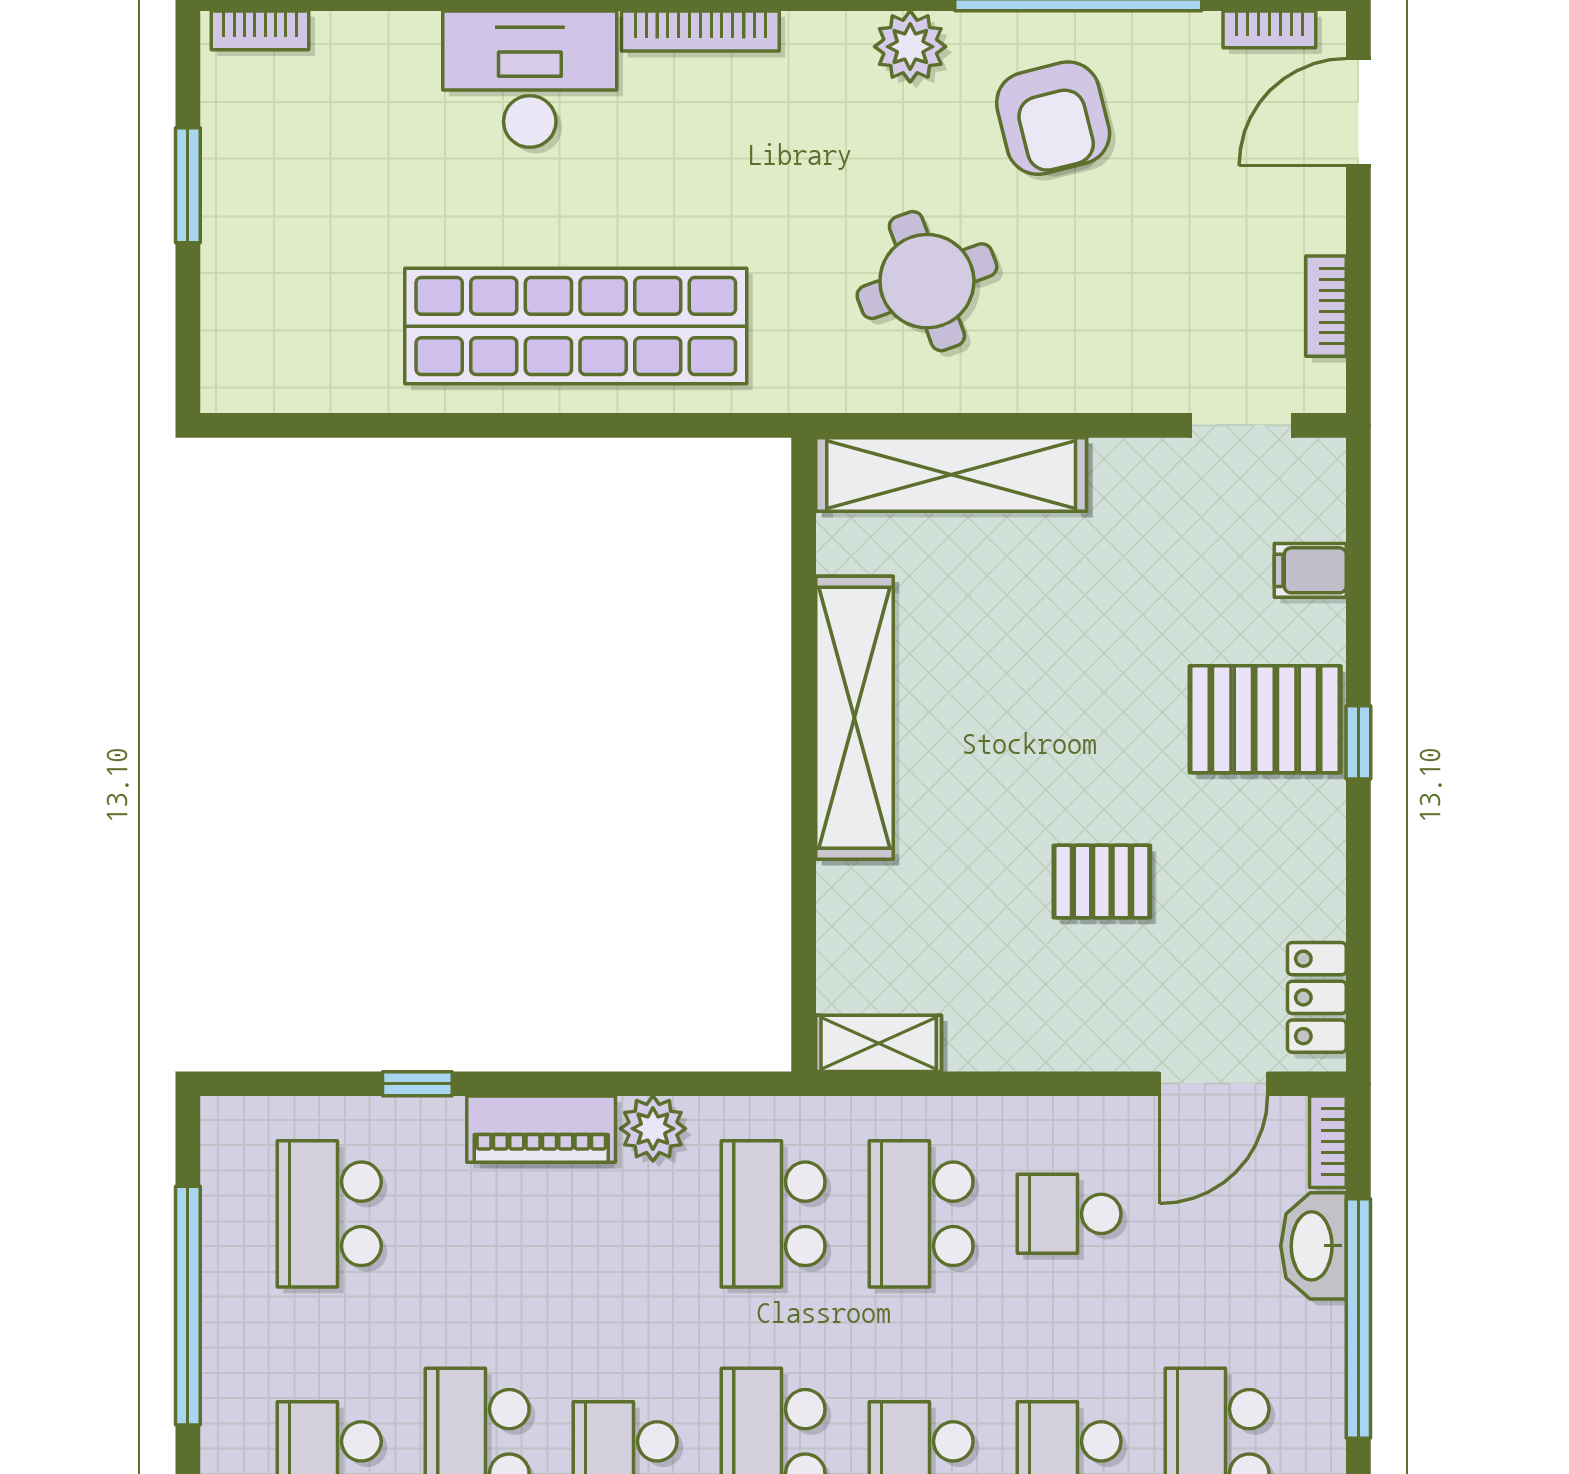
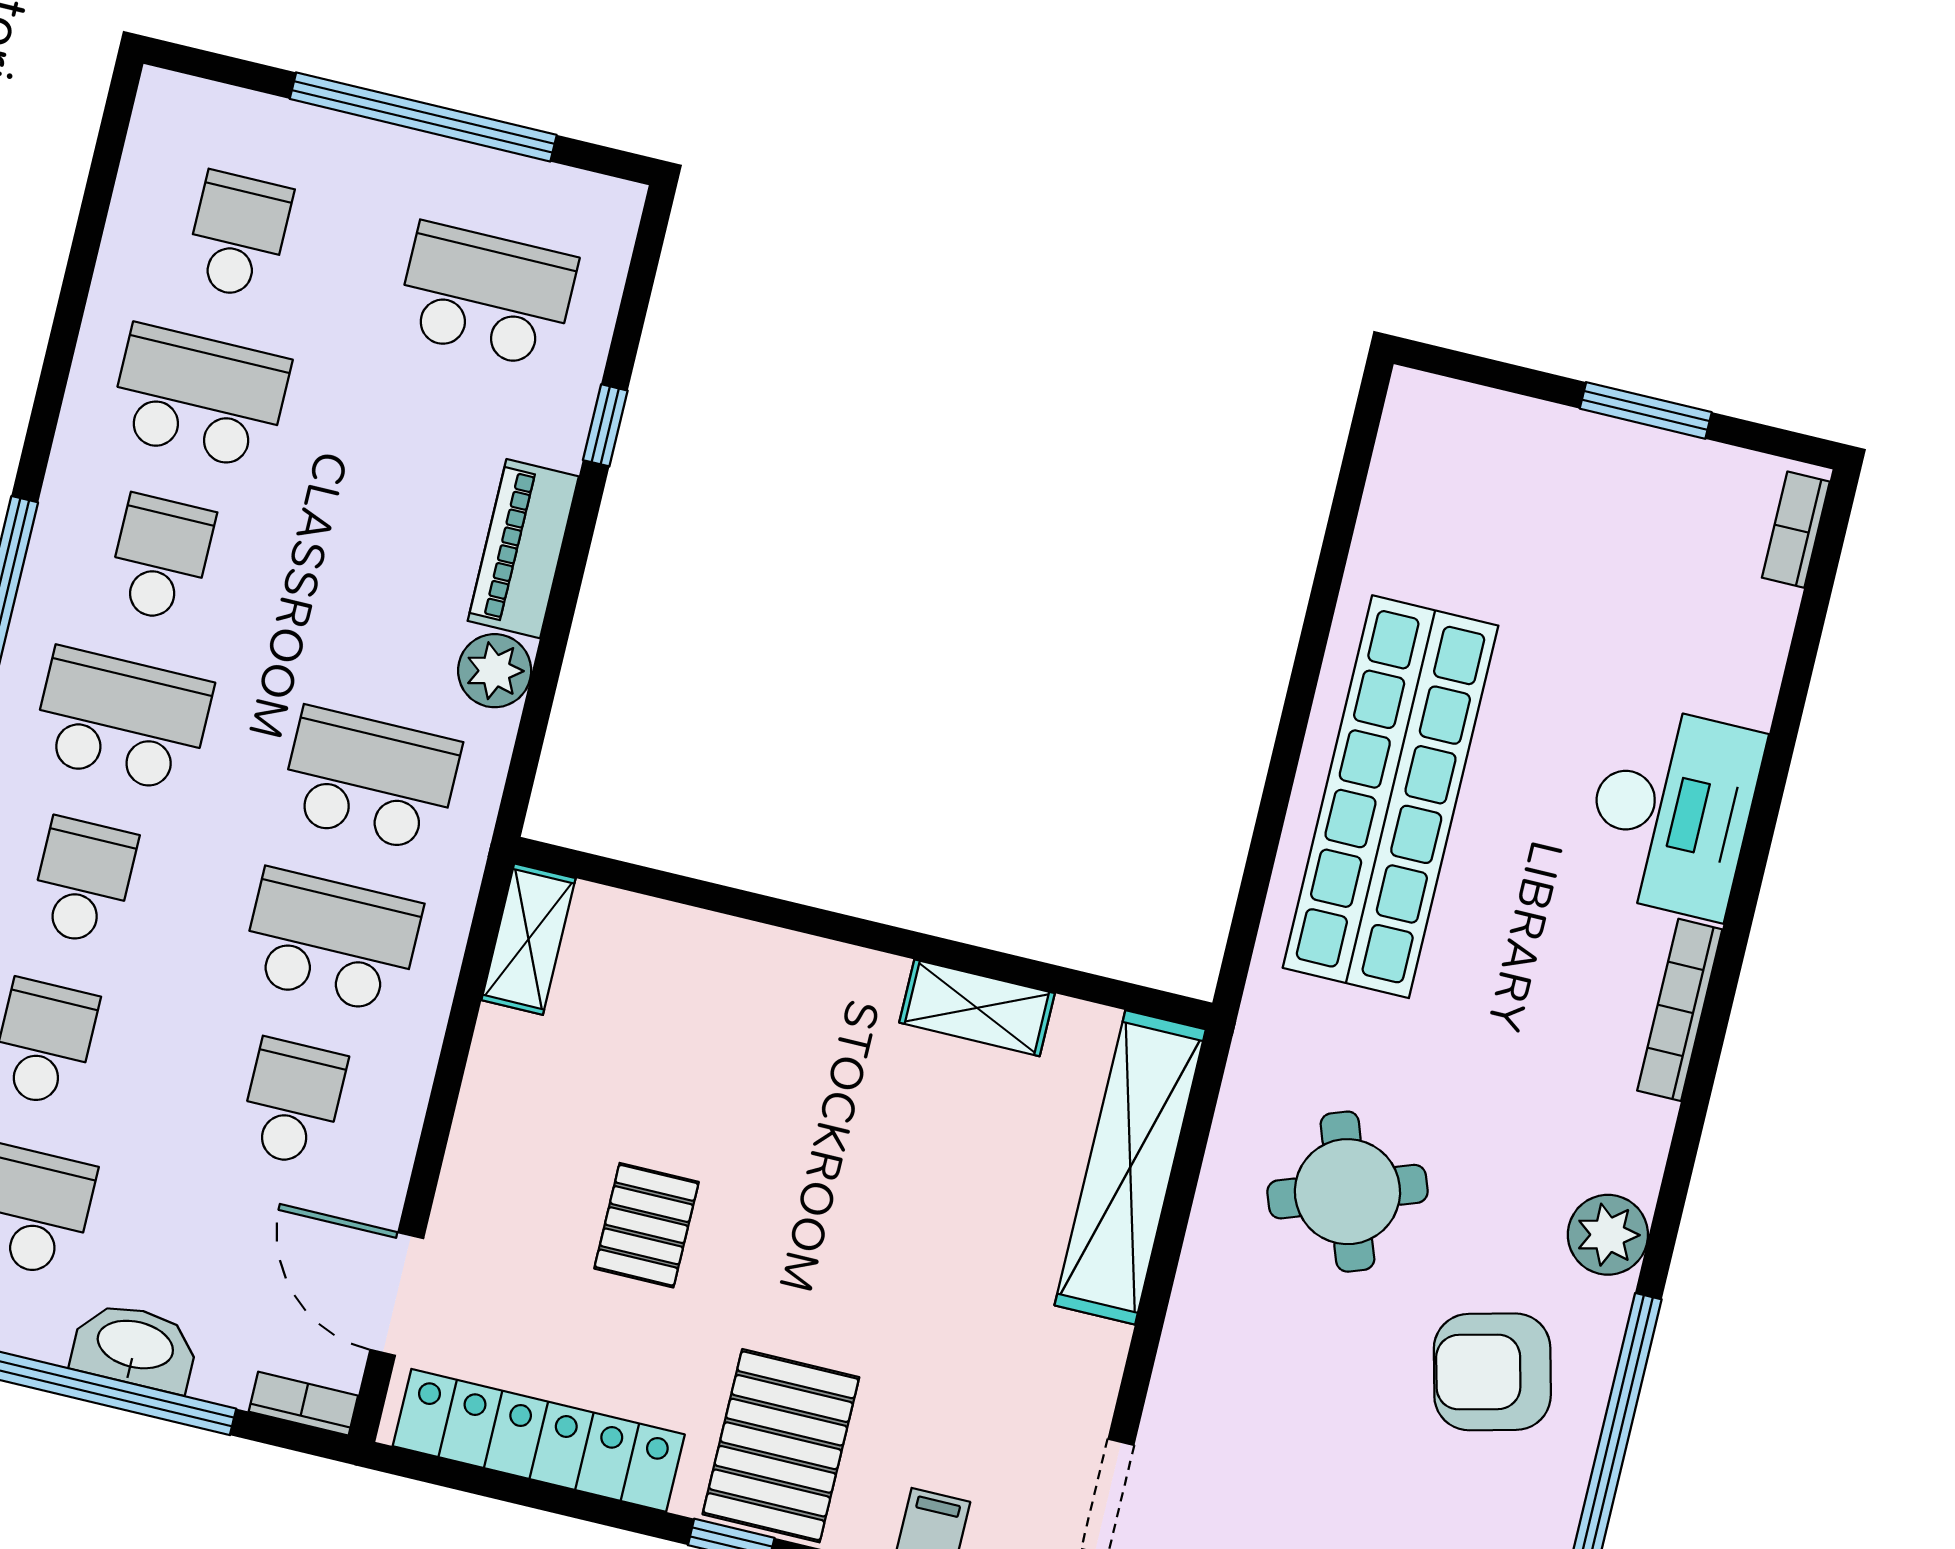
shelving: (854, 718) -> (977, 1008), width x0.45, depth x0.75
locker: (1317, 997) -> (539, 1440), width x2.16, depth x1.21
washbasin: (1314, 1246) -> (135, 1347), moved

